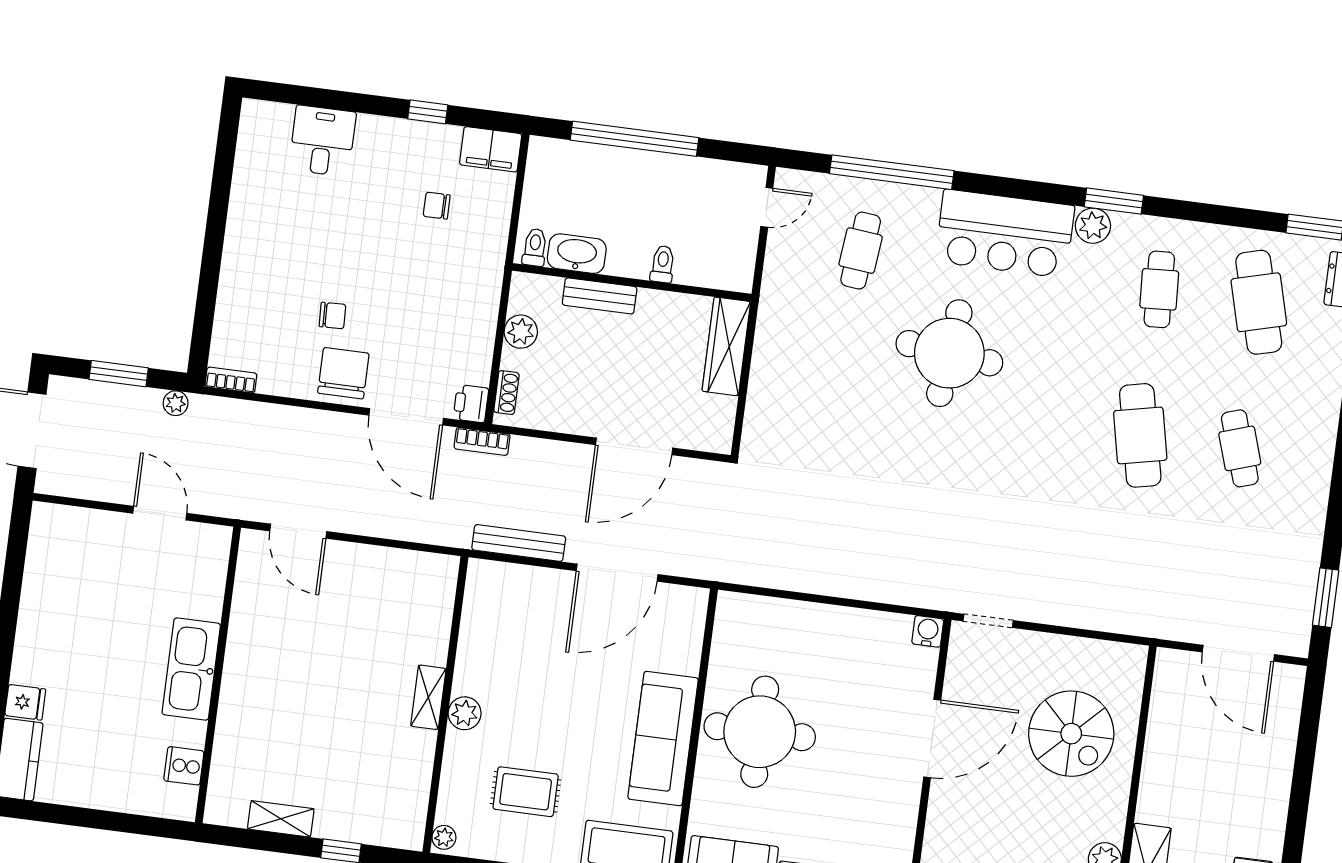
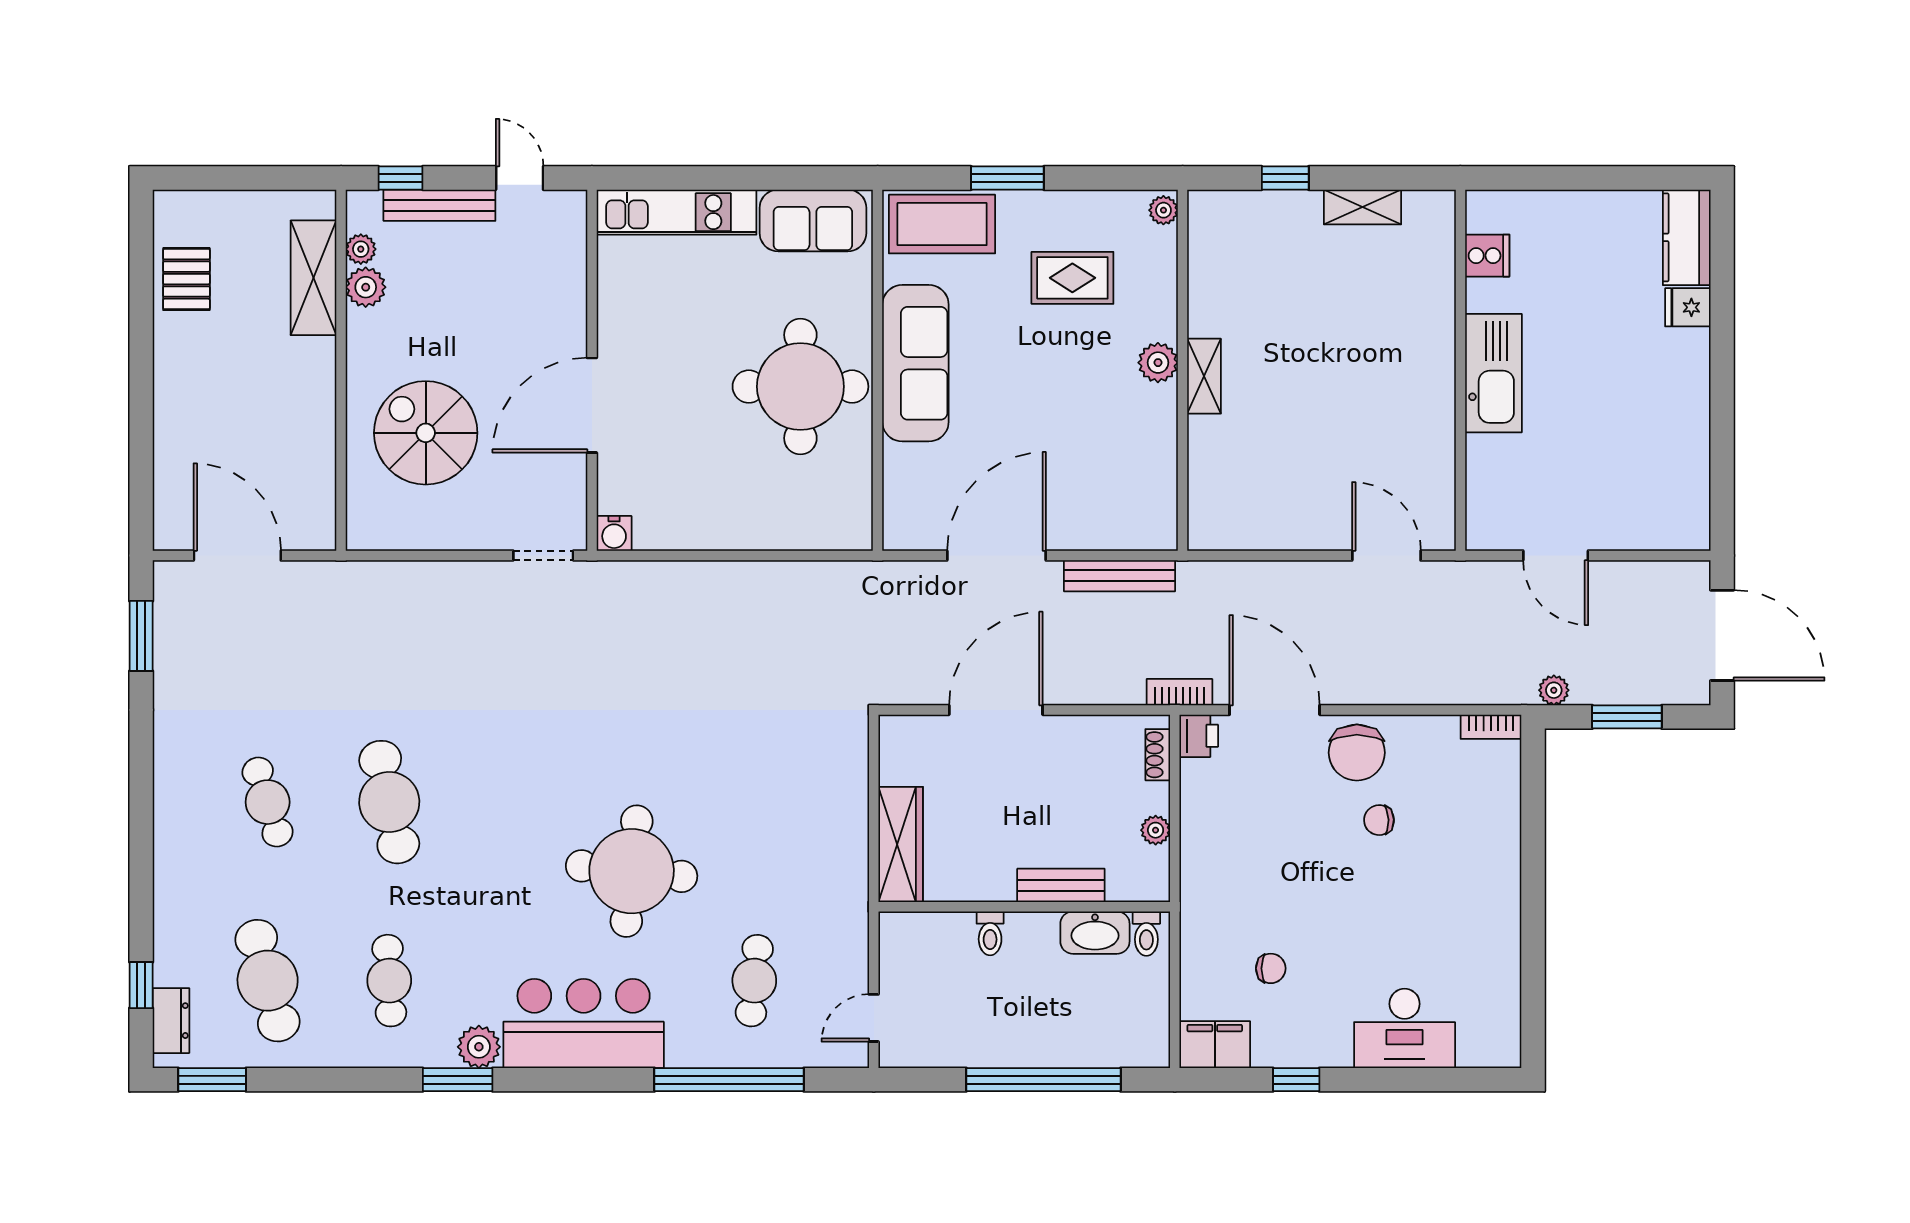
desk: (322, 141) -> (1405, 1028), width x1.37
plant: (521, 332) -> (1156, 830), width x0.73, depth x0.73

